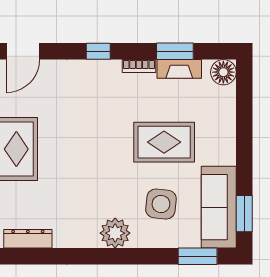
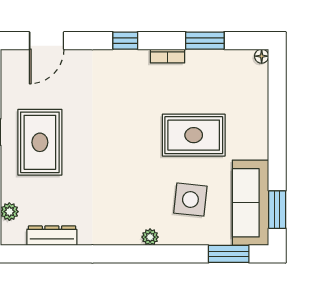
fireplace: (179, 69) -> (209, 59), removed
floor lamp: (223, 72) -> (262, 56), width x0.53, depth x0.53
plant: (115, 233) -> (150, 237), width x0.53, depth x0.53

